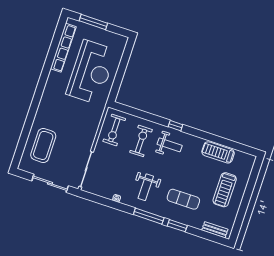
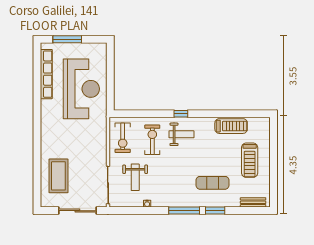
treadmill: (218, 152) -> (231, 126), turned 180
weight bench: (146, 187) -> (135, 177), moved

